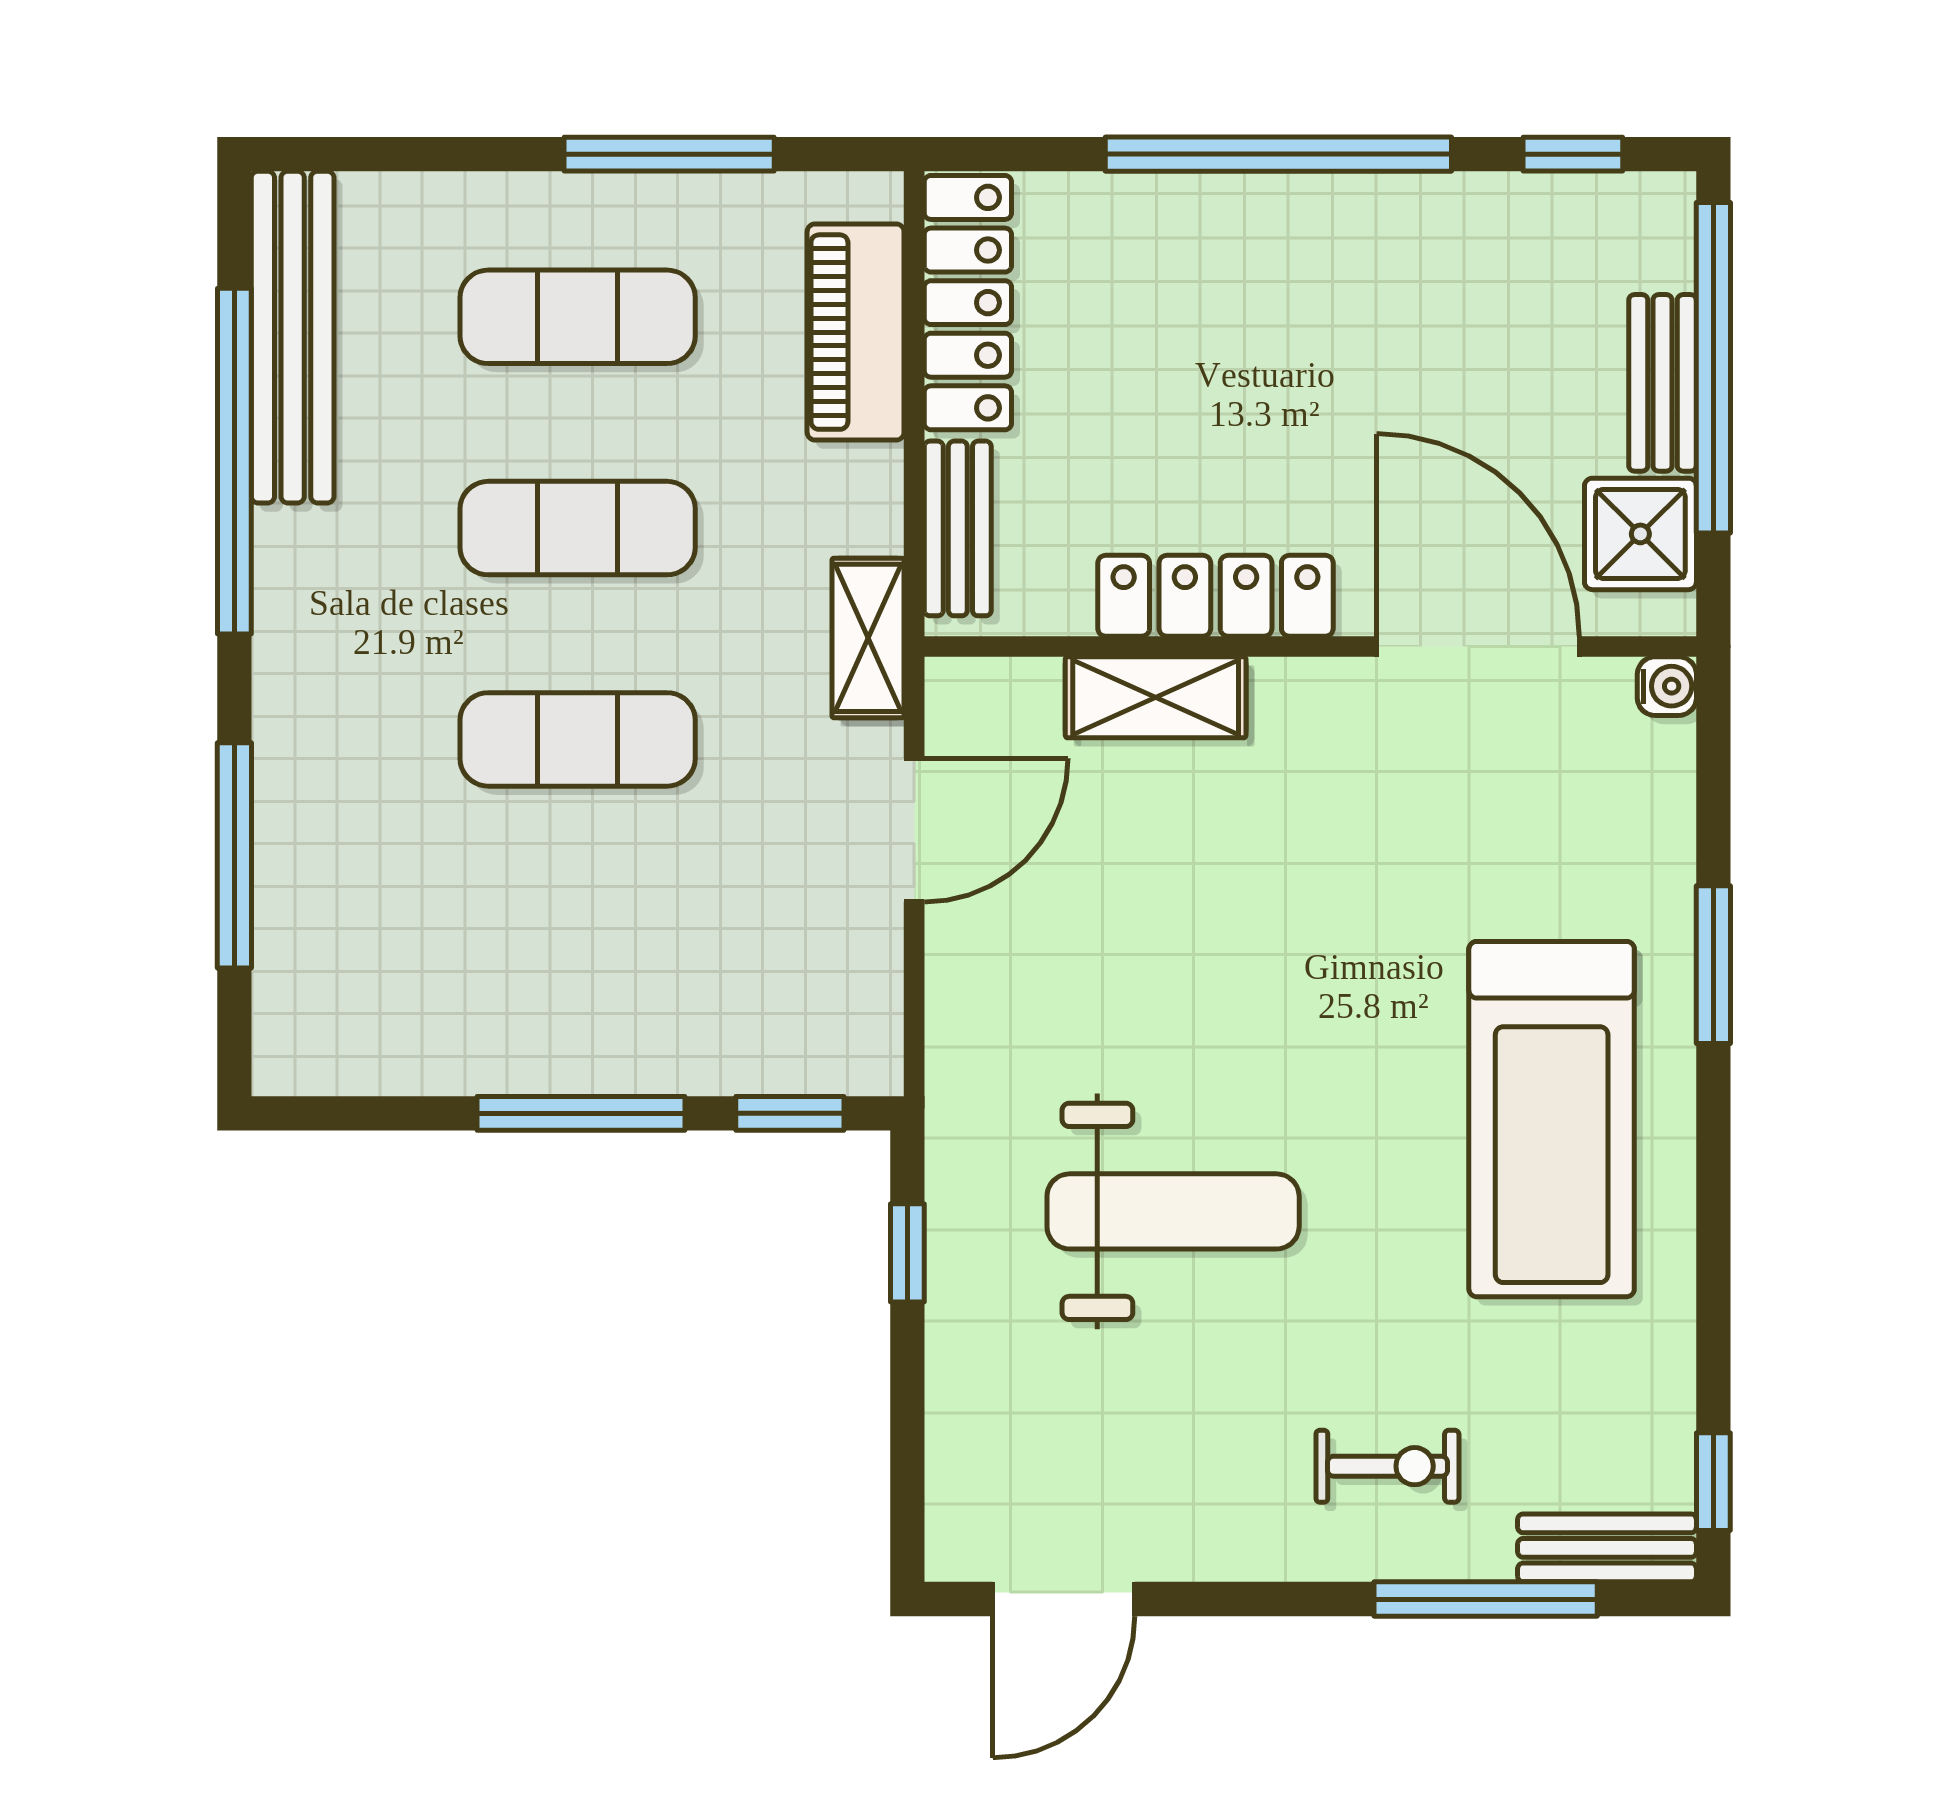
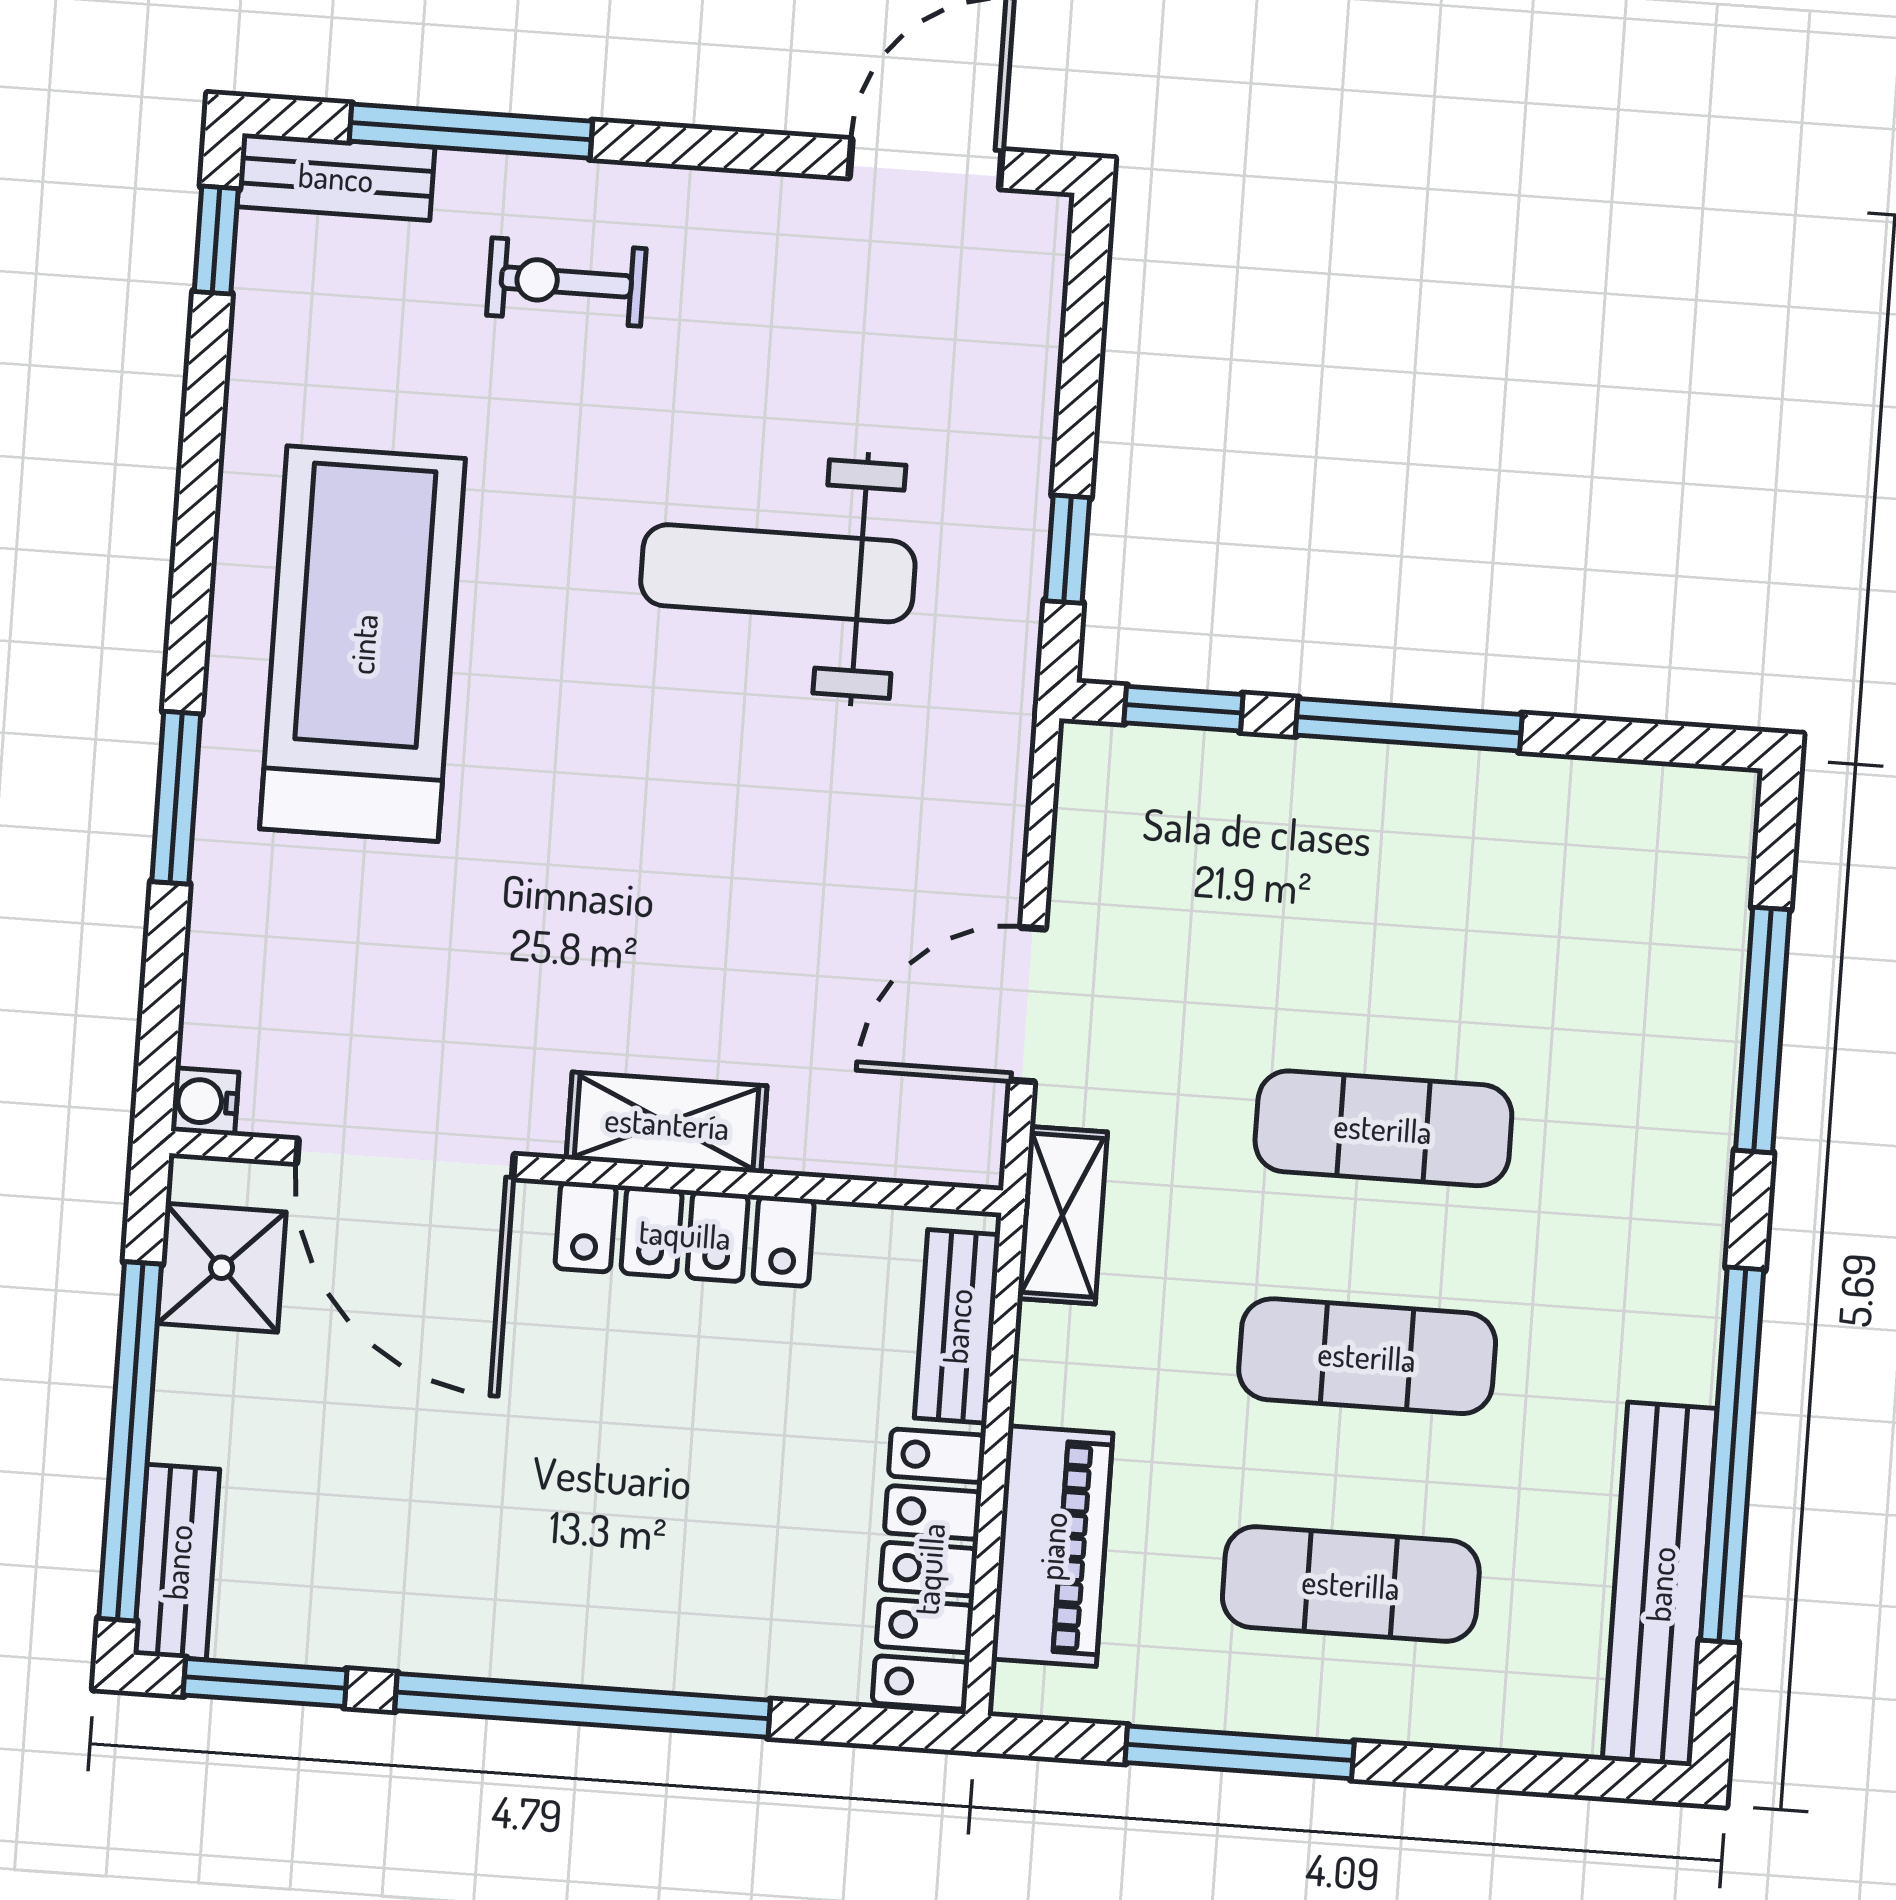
window: (1573, 154) -> (265, 1683), width x1.50
bench: (1663, 383) -> (177, 1562), moved
shelving: (1156, 697) -> (667, 1123), moved

